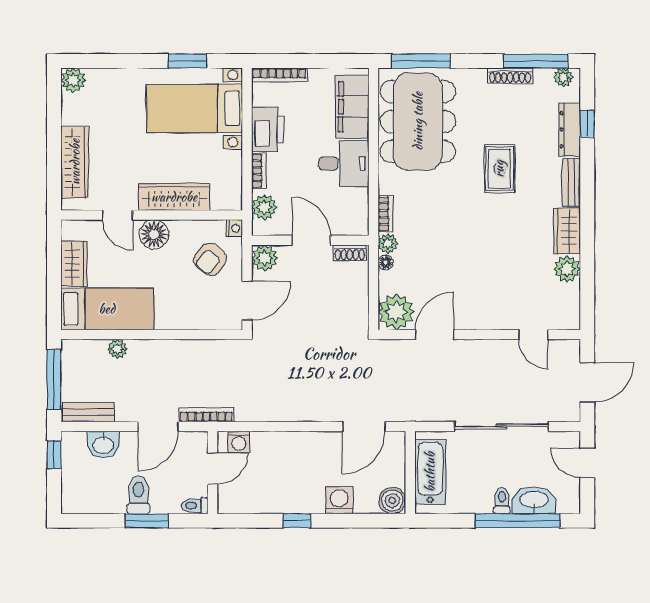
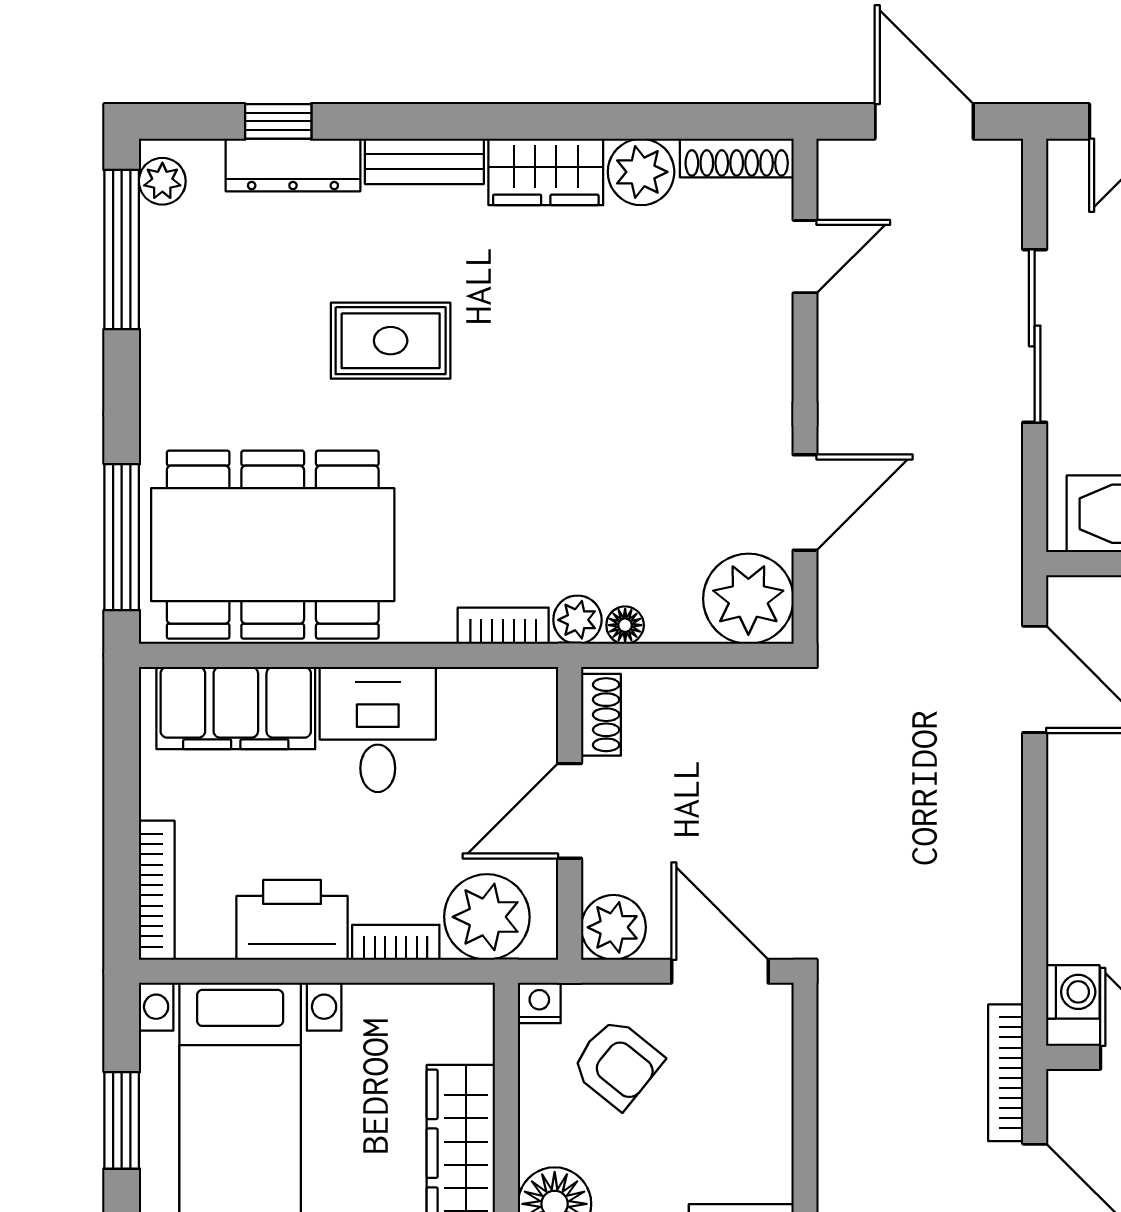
shoe rack: (510, 76) -> (737, 158), moved, turned 90
plant: (264, 207) -> (487, 917), width x1.36, depth x1.36
door: (435, 335) -> (805, 502), swing flipped
sliding door: (501, 427) -> (1035, 336), width x0.73

